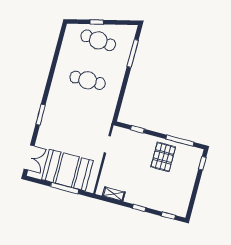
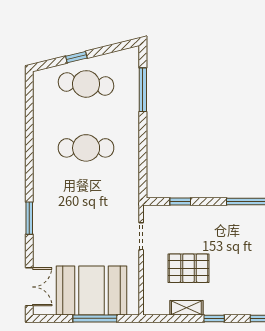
pallet: (163, 157) -> (188, 268), moved, turned 90
shelving: (114, 194) -> (186, 308), moved

